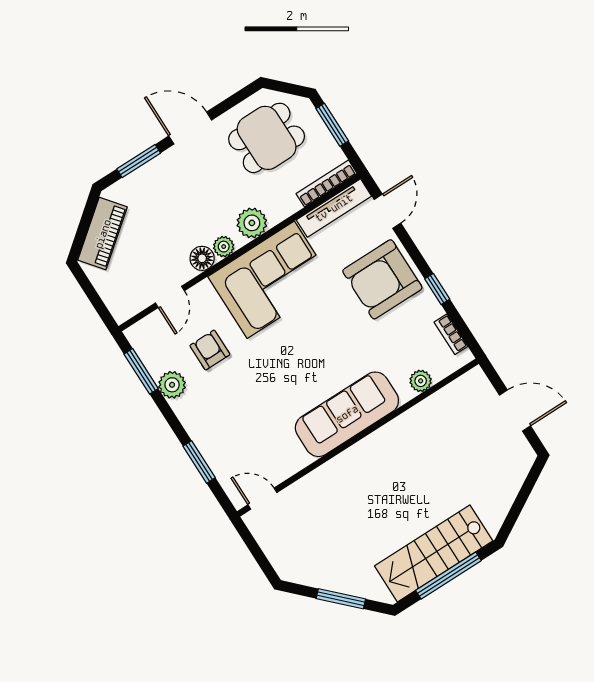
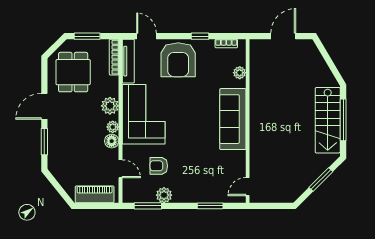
piano: (103, 234) -> (95, 194), moved, turned -51

